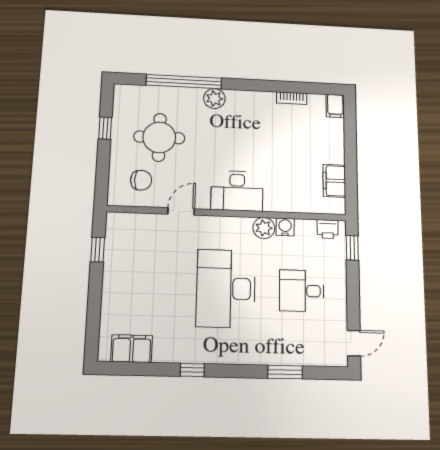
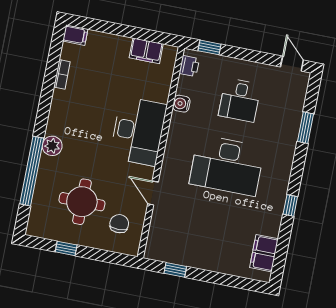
desk: (237, 191) -> (138, 131), width x1.36, depth x1.30
plant: (264, 228) -> (179, 123), removed

